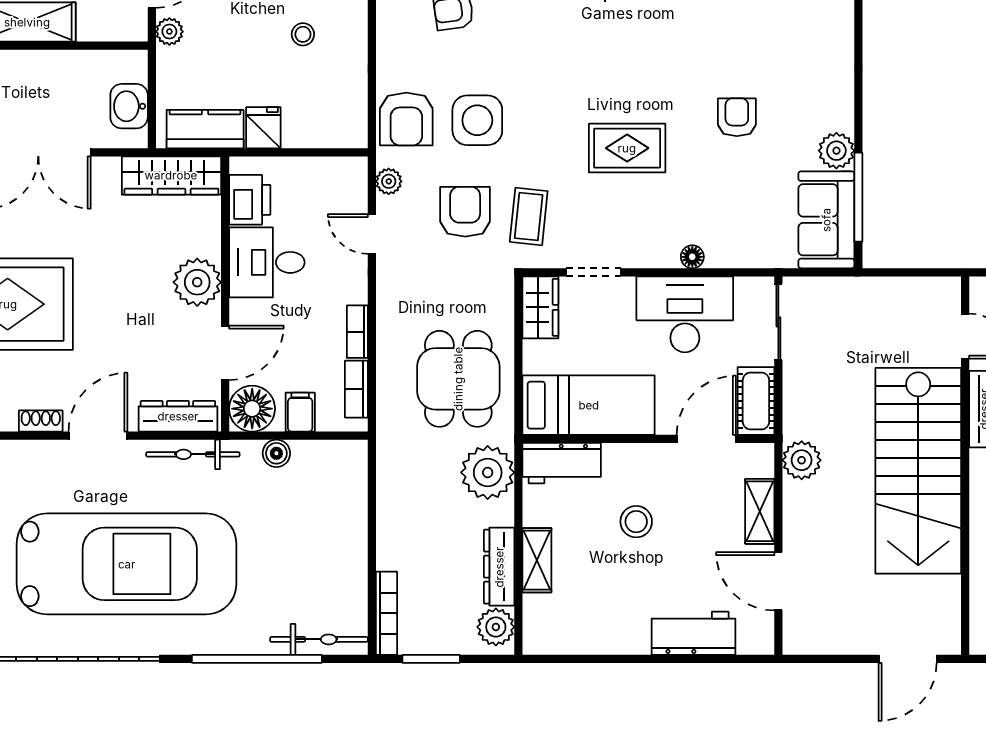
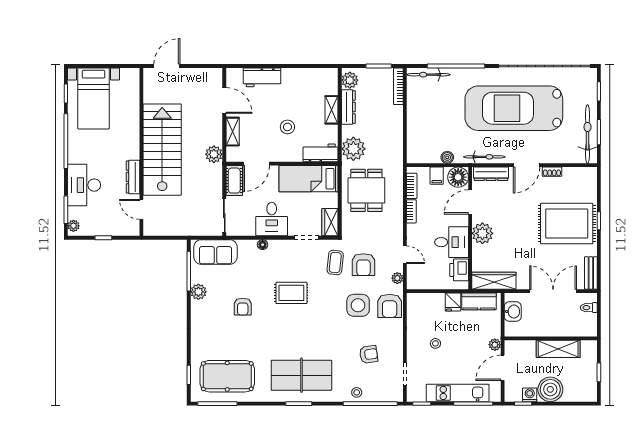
armchair: (406, 119) -> (390, 306), turned 180
sofa: (826, 220) -> (216, 252), moved, turned 90
desk: (685, 314) -> (272, 219), width x0.73

